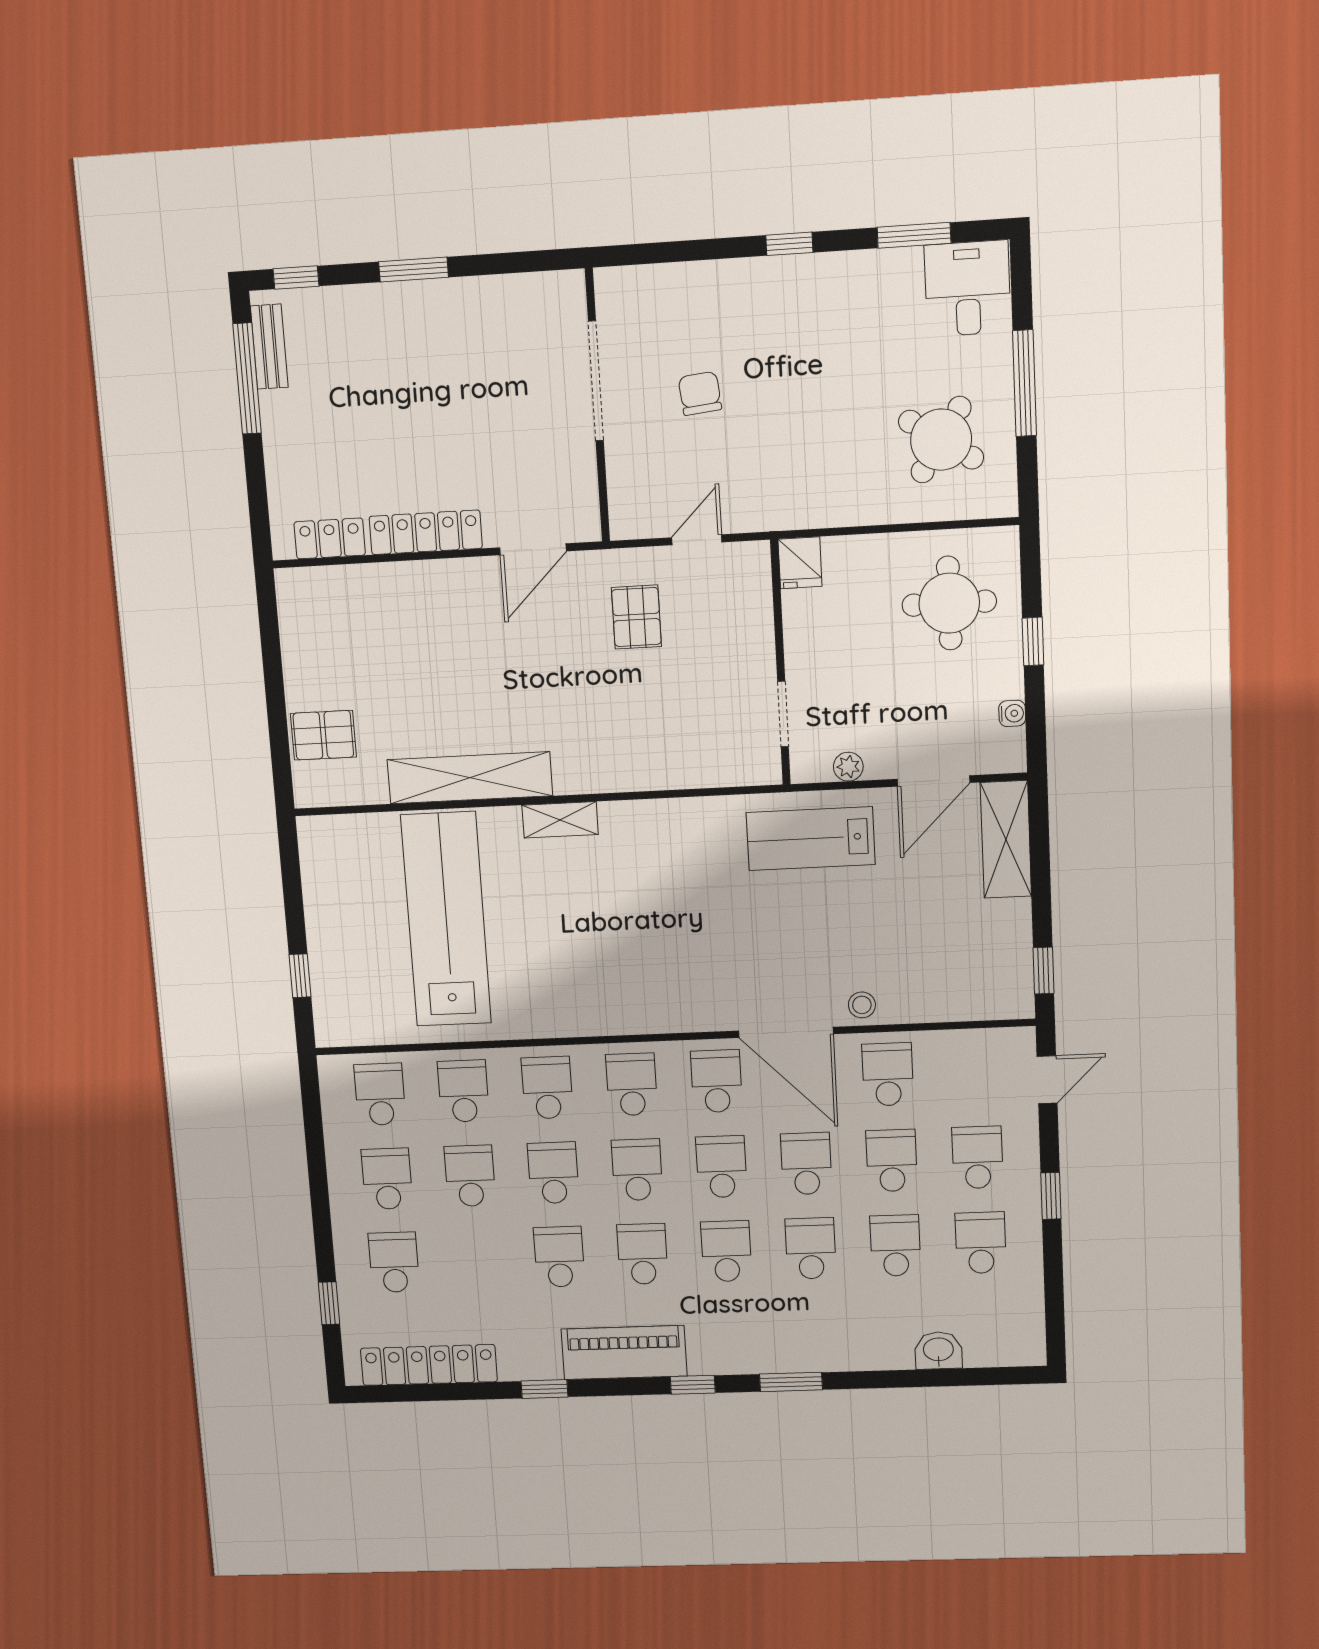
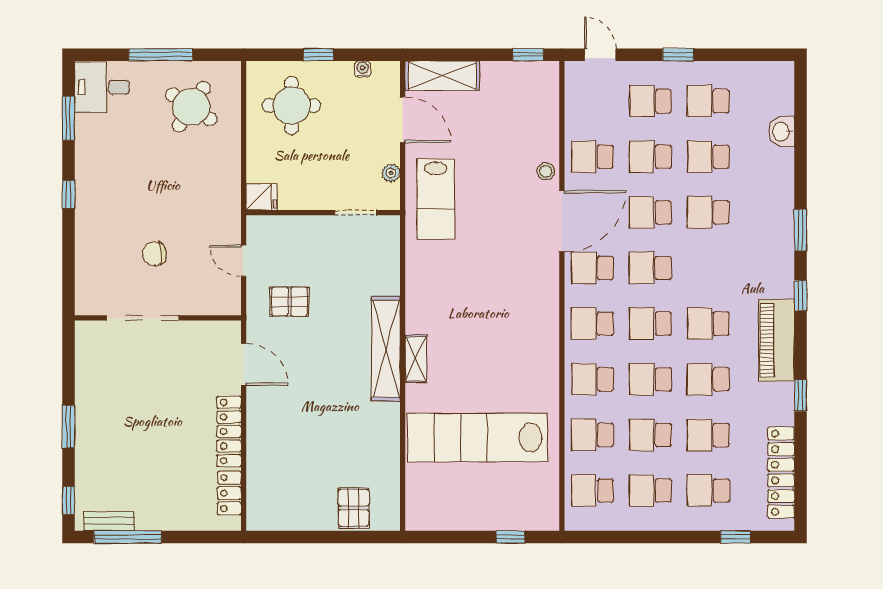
shelving: (470, 778) -> (386, 349), moved
school desk: (726, 1251) -> (708, 435), moved

